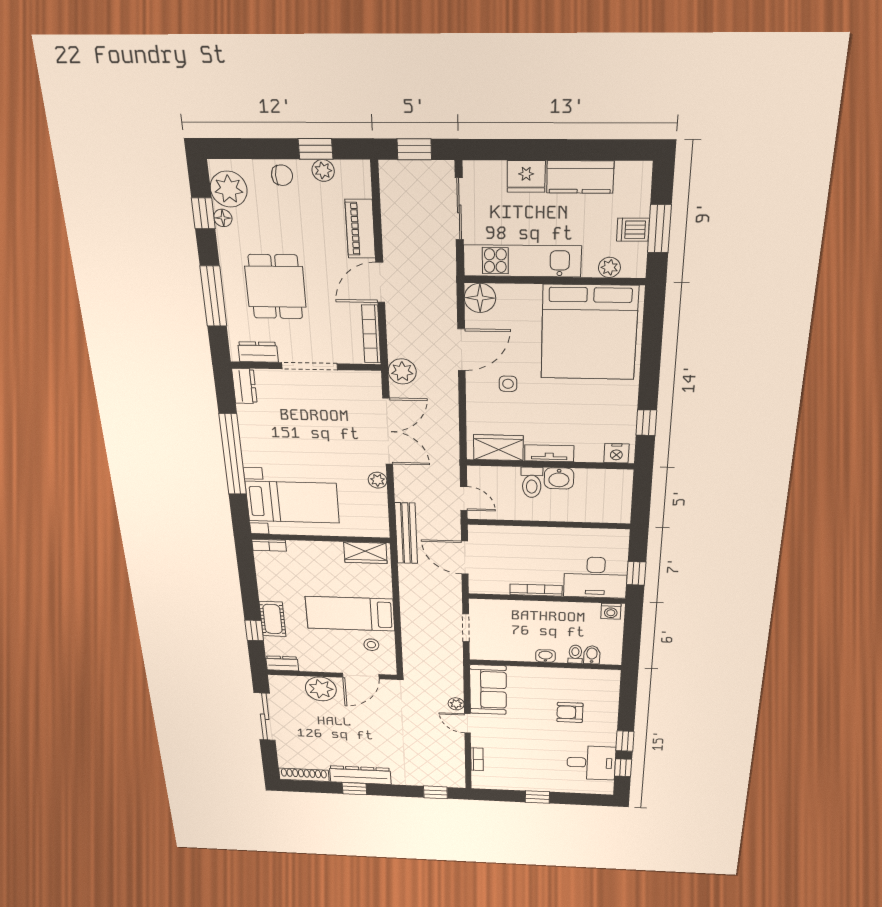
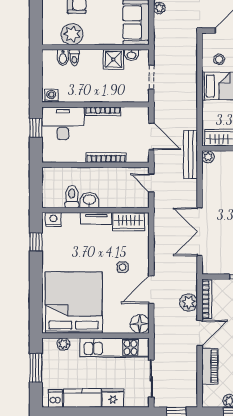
dishwasher: (633, 230) -> (55, 398), moved, turned -90
plant: (402, 371) -> (189, 302), moved
plant: (378, 480) -> (208, 157), moved
toilet: (532, 482) -> (72, 197), moved
bookcase: (532, 533) -> (106, 158), added
shower: (520, 650) -> (113, 59), added
washbasin: (545, 656) -> (131, 55), moved
plant: (578, 680) -> (72, 34), added

